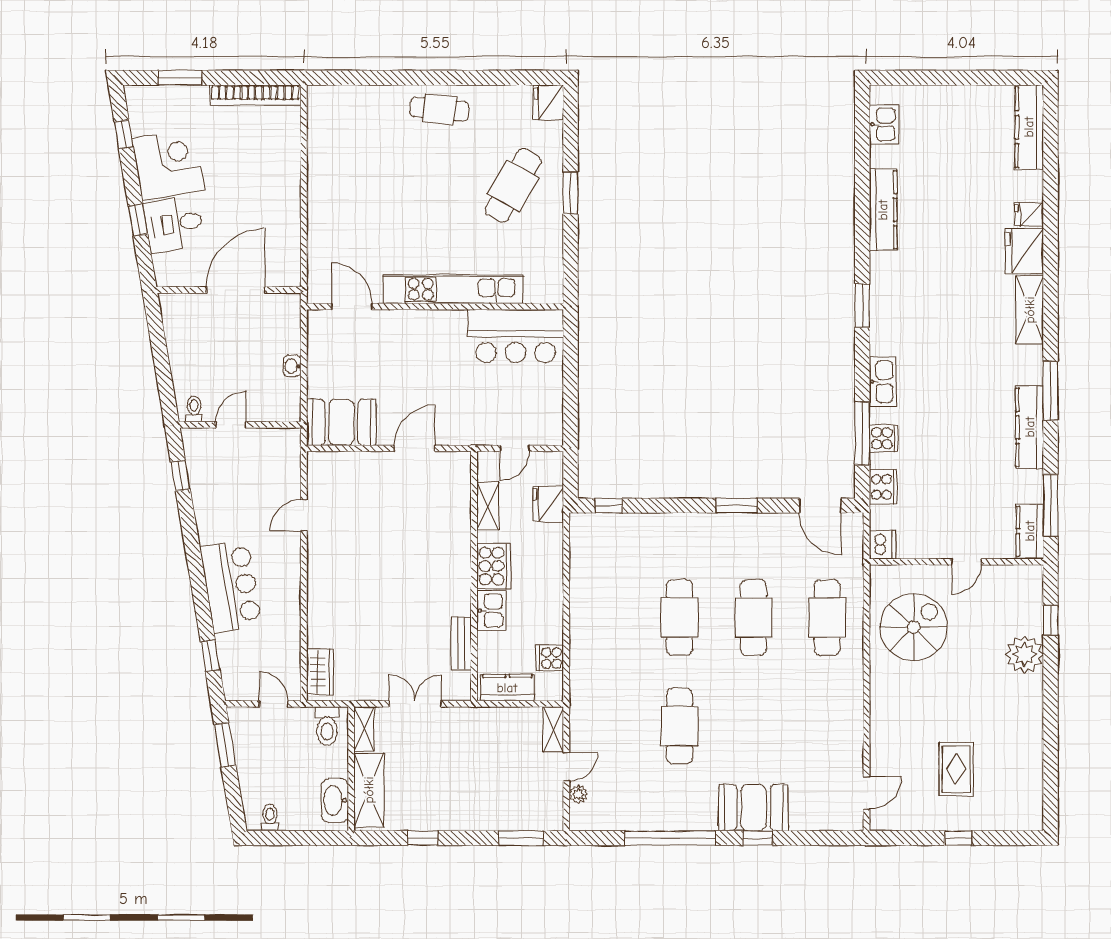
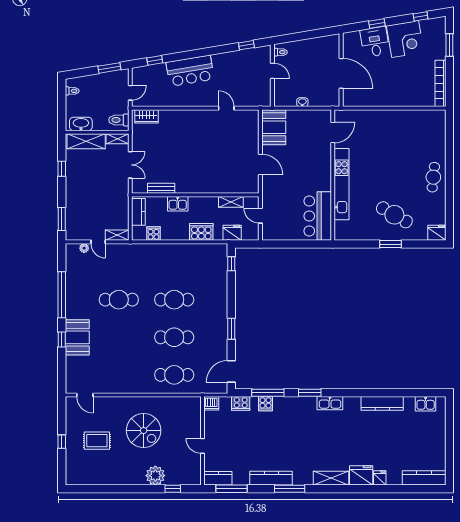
window: (862, 306) -> (310, 393), moved
kitchen sink: (883, 382) -> (330, 403), moved
cooker: (494, 566) -> (201, 232), moved, turned 180
spiral stairs: (914, 627) -> (144, 431), moved

